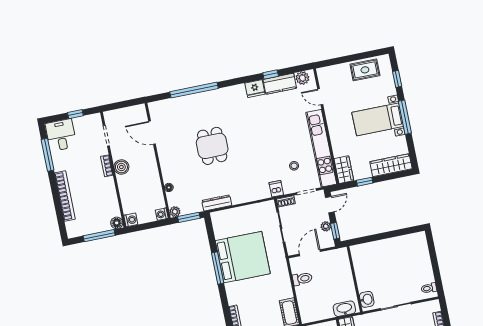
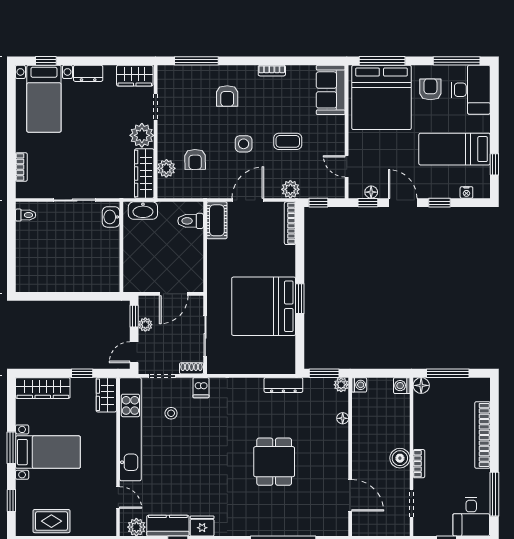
window: (405, 117) -> (11, 448), width x0.69
window: (218, 268) -> (300, 299), width x0.69
toilet: (302, 279) -> (191, 221), moved

